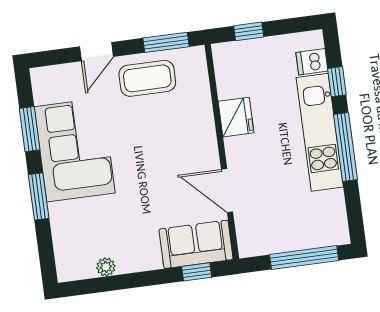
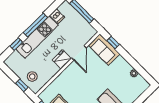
dishwasher: (312, 62) -> (57, 16), moved
stool: (250, 65) -> (32, 77), added
fridge: (236, 117) -> (62, 59), moved

